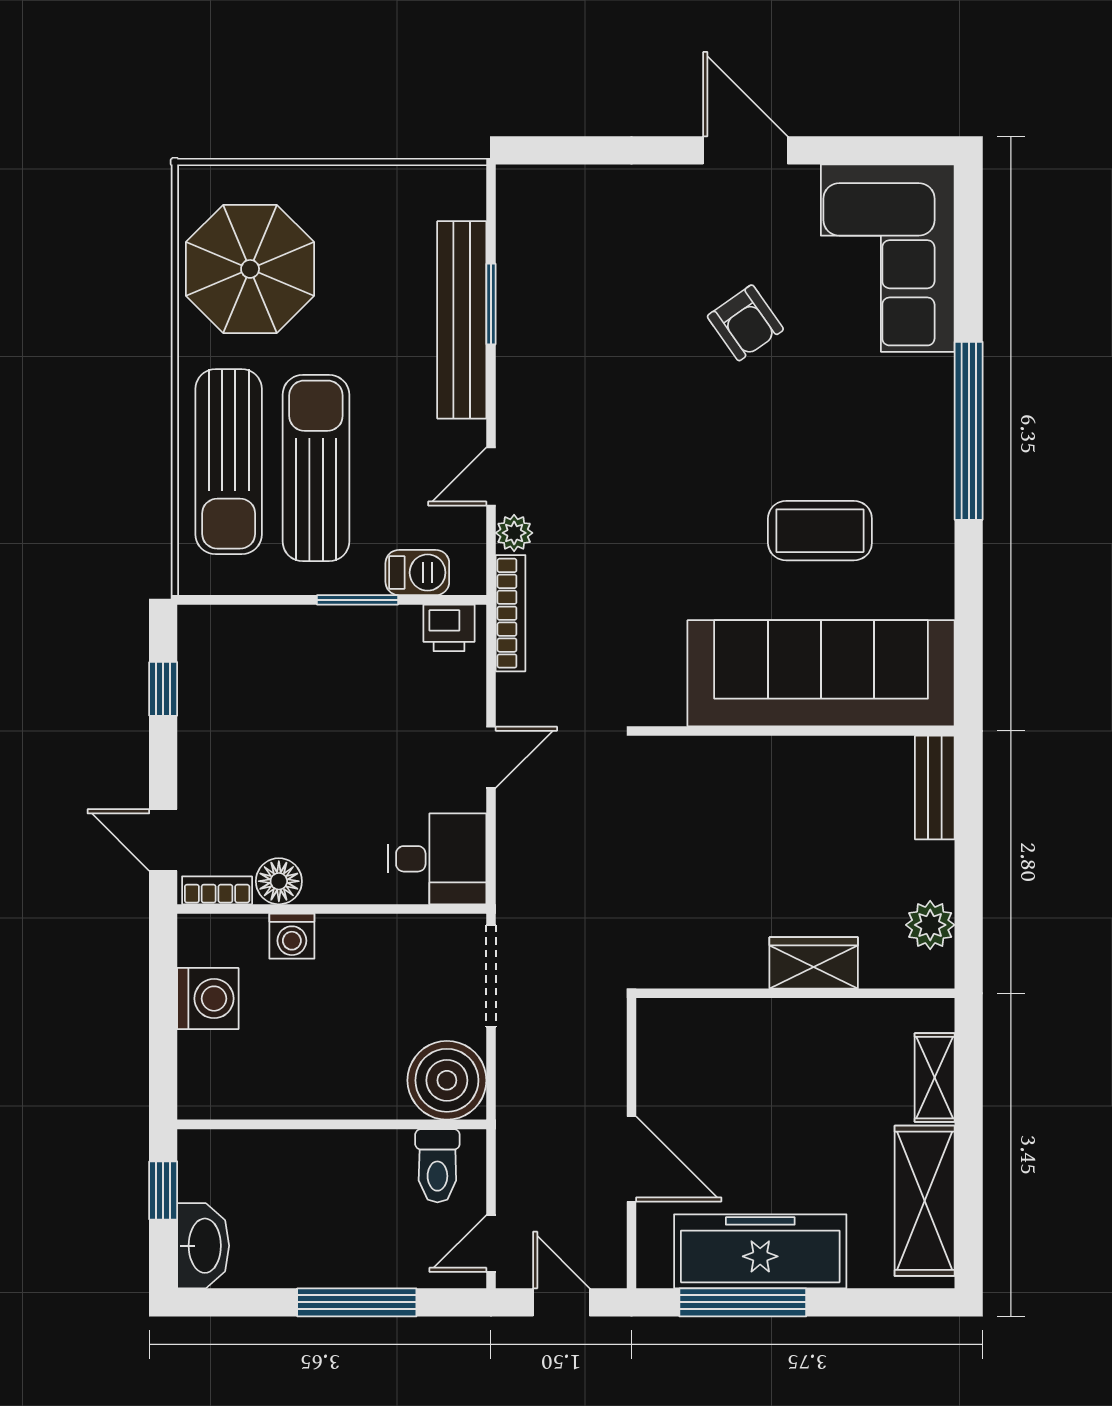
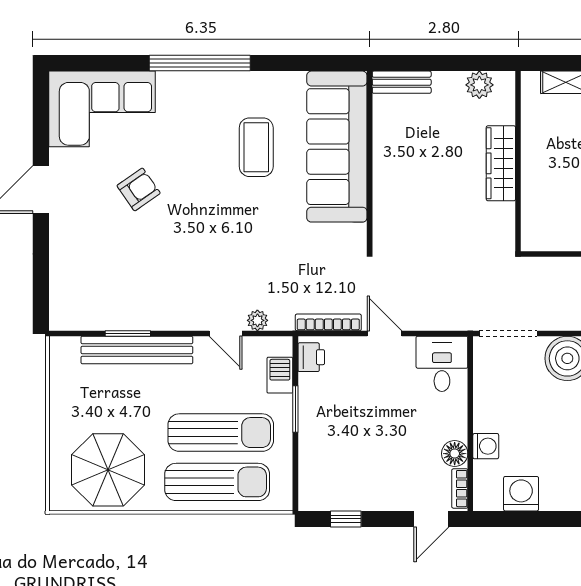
sun lounger: (316, 468) -> (221, 433), turned 180
bookcase: (511, 613) -> (328, 322), moved
wardrobe: (814, 963) -> (501, 163), width x1.50

